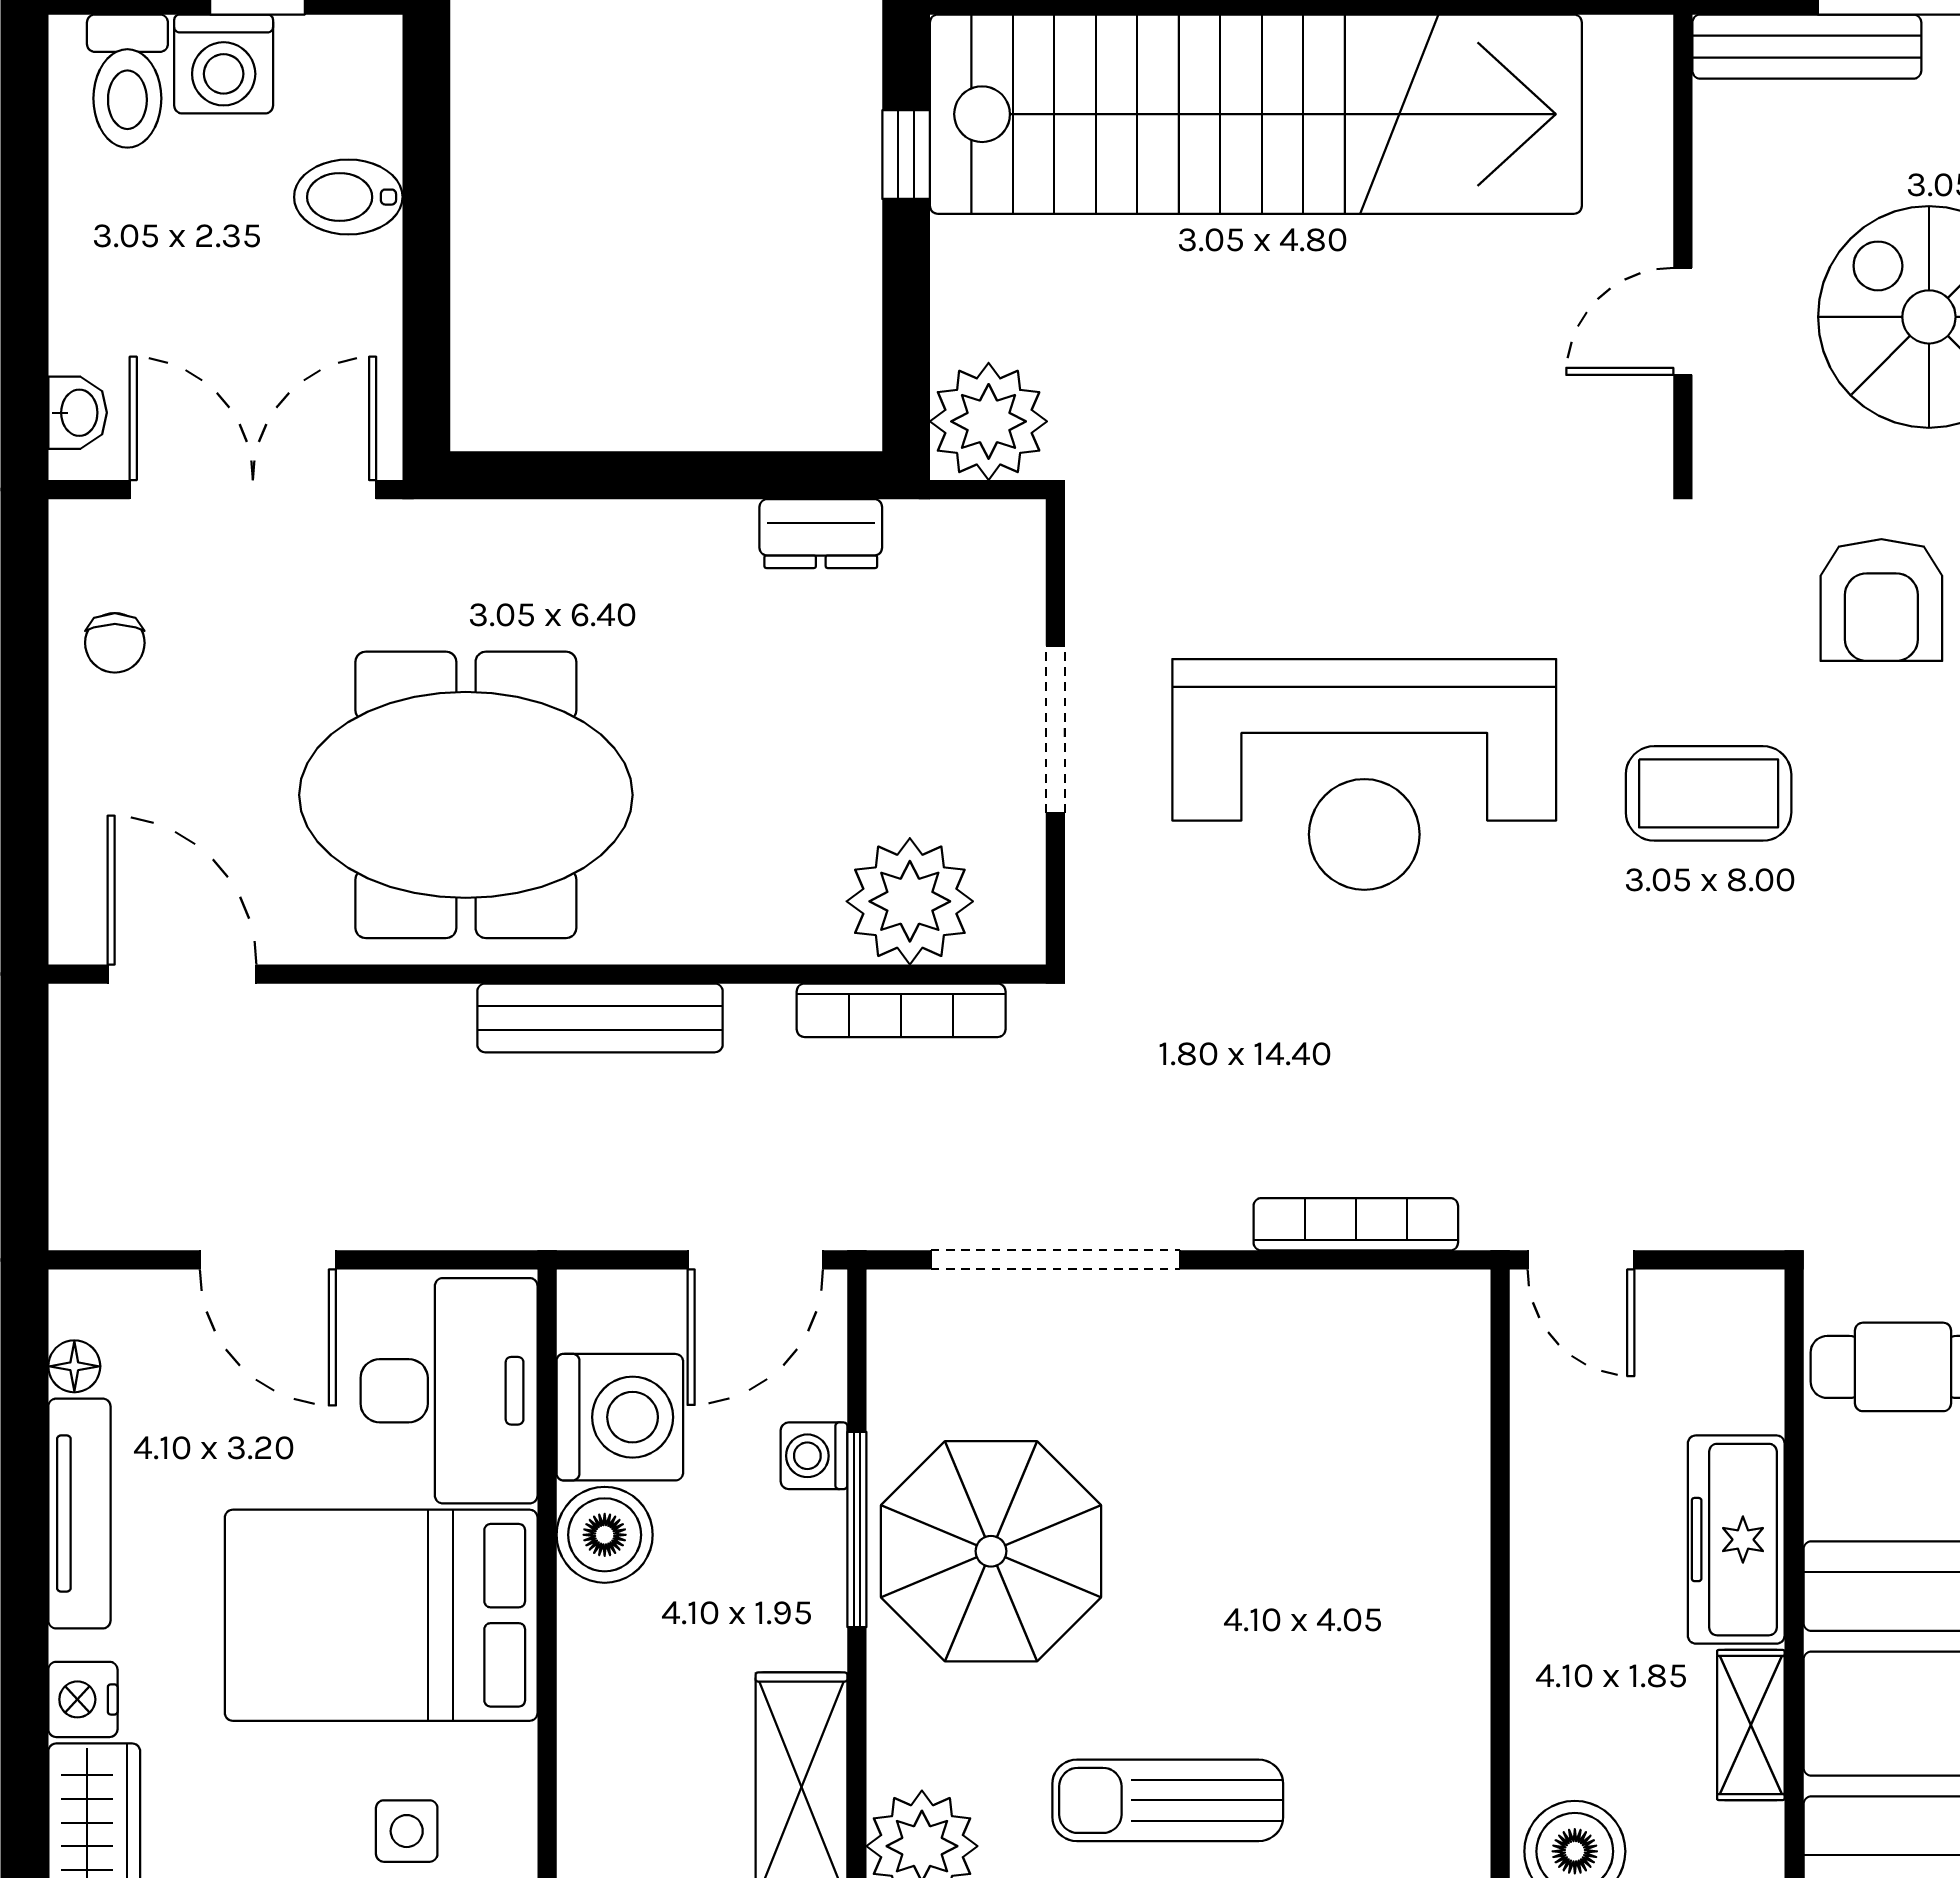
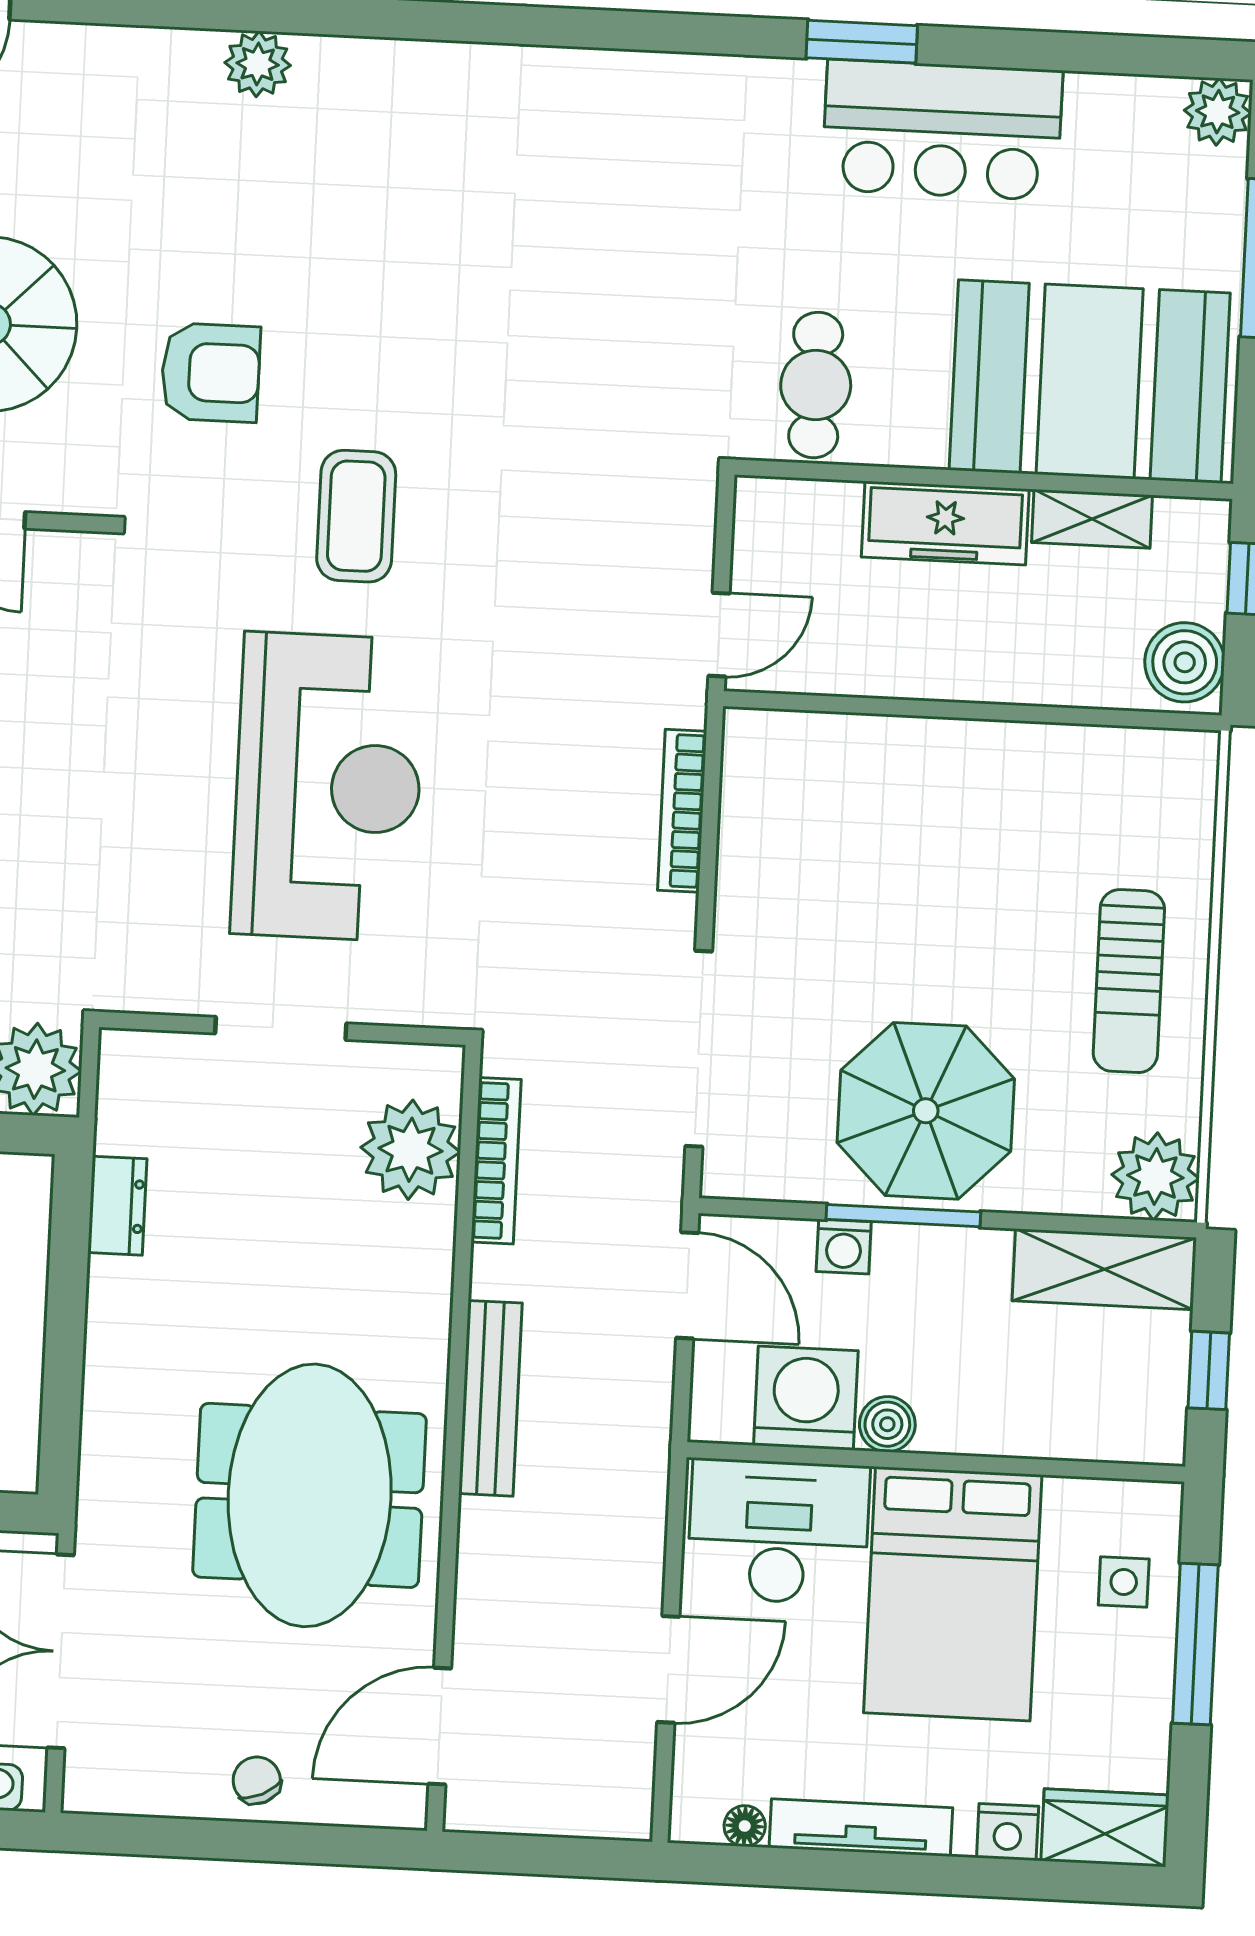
chair: (115, 643) -> (257, 1780), moved, turned -115
boiler: (605, 1535) -> (887, 1424), width x0.73, depth x0.73

